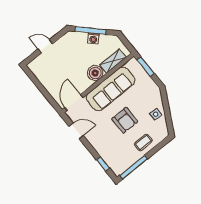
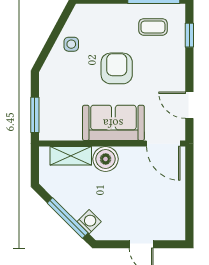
washing machine: (93, 38) -> (89, 222), moved
sofa: (111, 89) -> (113, 123), width x0.73
door: (74, 103) -> (163, 144), hinge flipped
coffee table: (143, 142) -> (153, 27), moved

